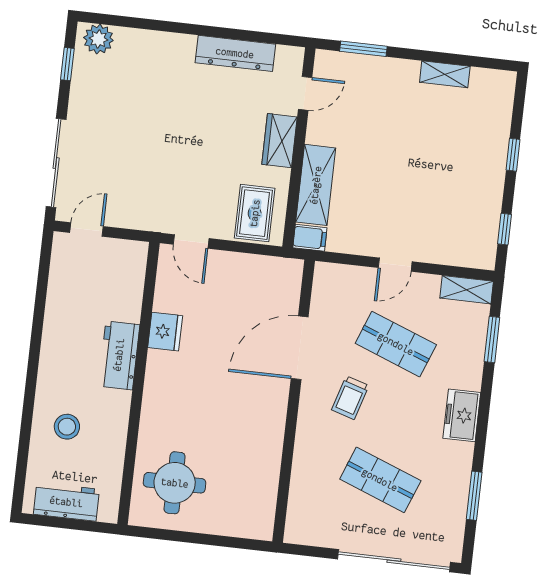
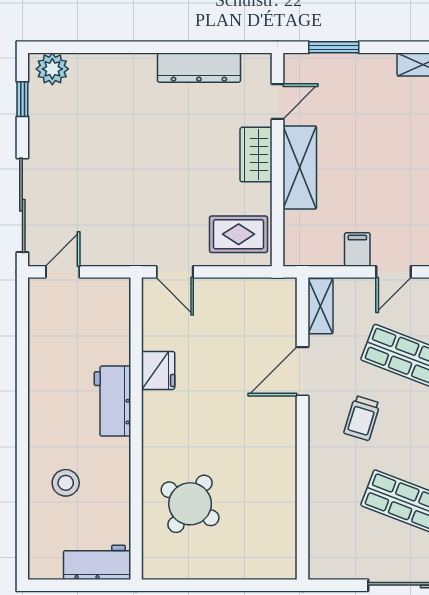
shelving: (316, 185) -> (300, 167), moved
rug: (255, 213) -> (239, 234), turned 90
filing cabinet: (310, 238) -> (357, 249), moved, turned -90
shelving: (323, 289) -> (320, 306), added
door: (300, 348) -> (302, 371), width x0.73
round table: (175, 483) -> (190, 504), moved, turned 34
workbench: (66, 502) -> (97, 562), moved

